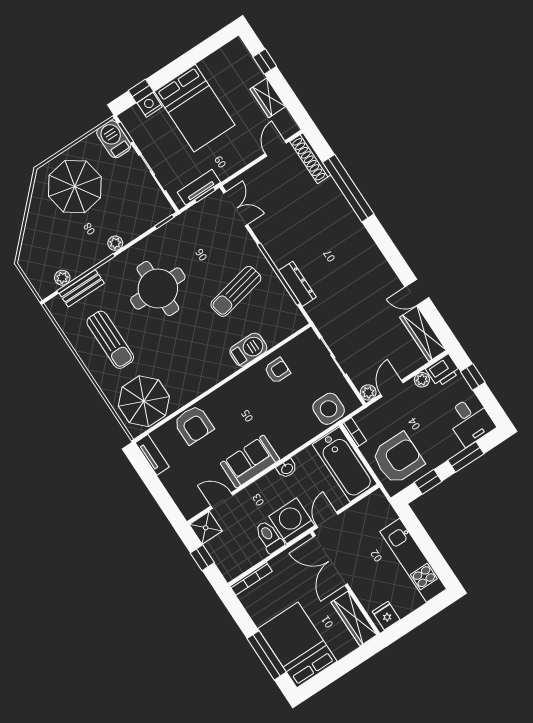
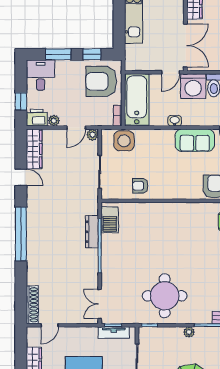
window: (348, 188) -> (21, 234), moved
round table: (158, 288) -> (165, 296), moved
sun lounger: (236, 291) -> (134, 252), removed
barbecue: (248, 350) -> (110, 220), moved, turned -90

